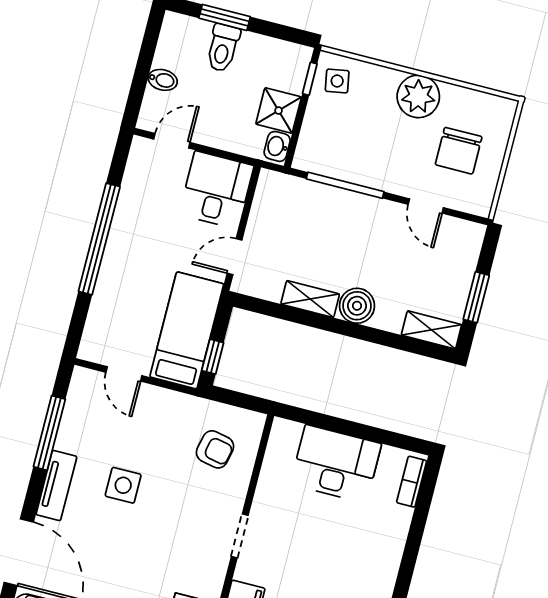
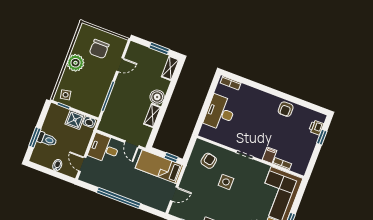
chair: (459, 151) -> (99, 49), turned 90
side table: (123, 485) -> (226, 182), moved

